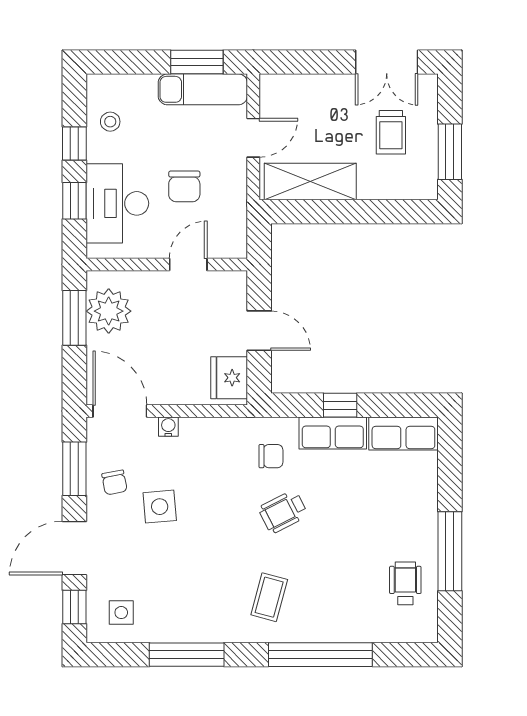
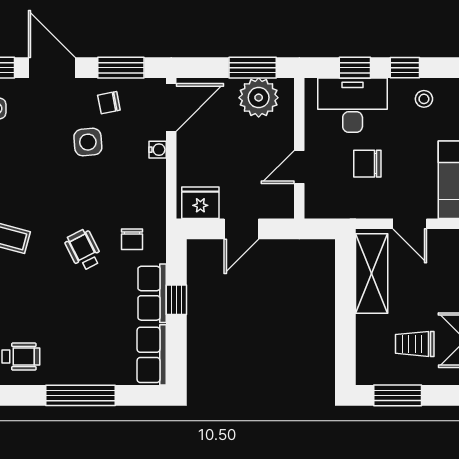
door: (188, 264) -> (299, 167), swing flipped
window: (450, 551) -> (81, 395), moved

